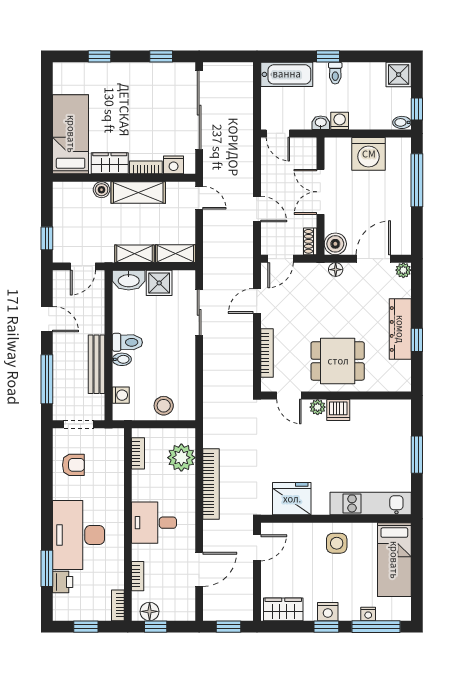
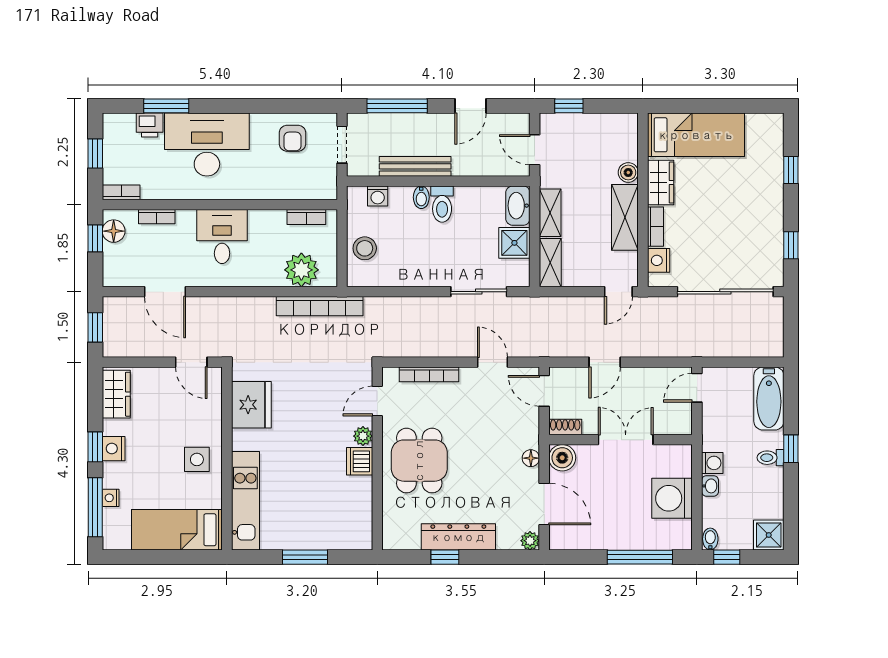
washbasin: (321, 123) -> (710, 486), moved
bookcase: (211, 484) -> (320, 306), moved

